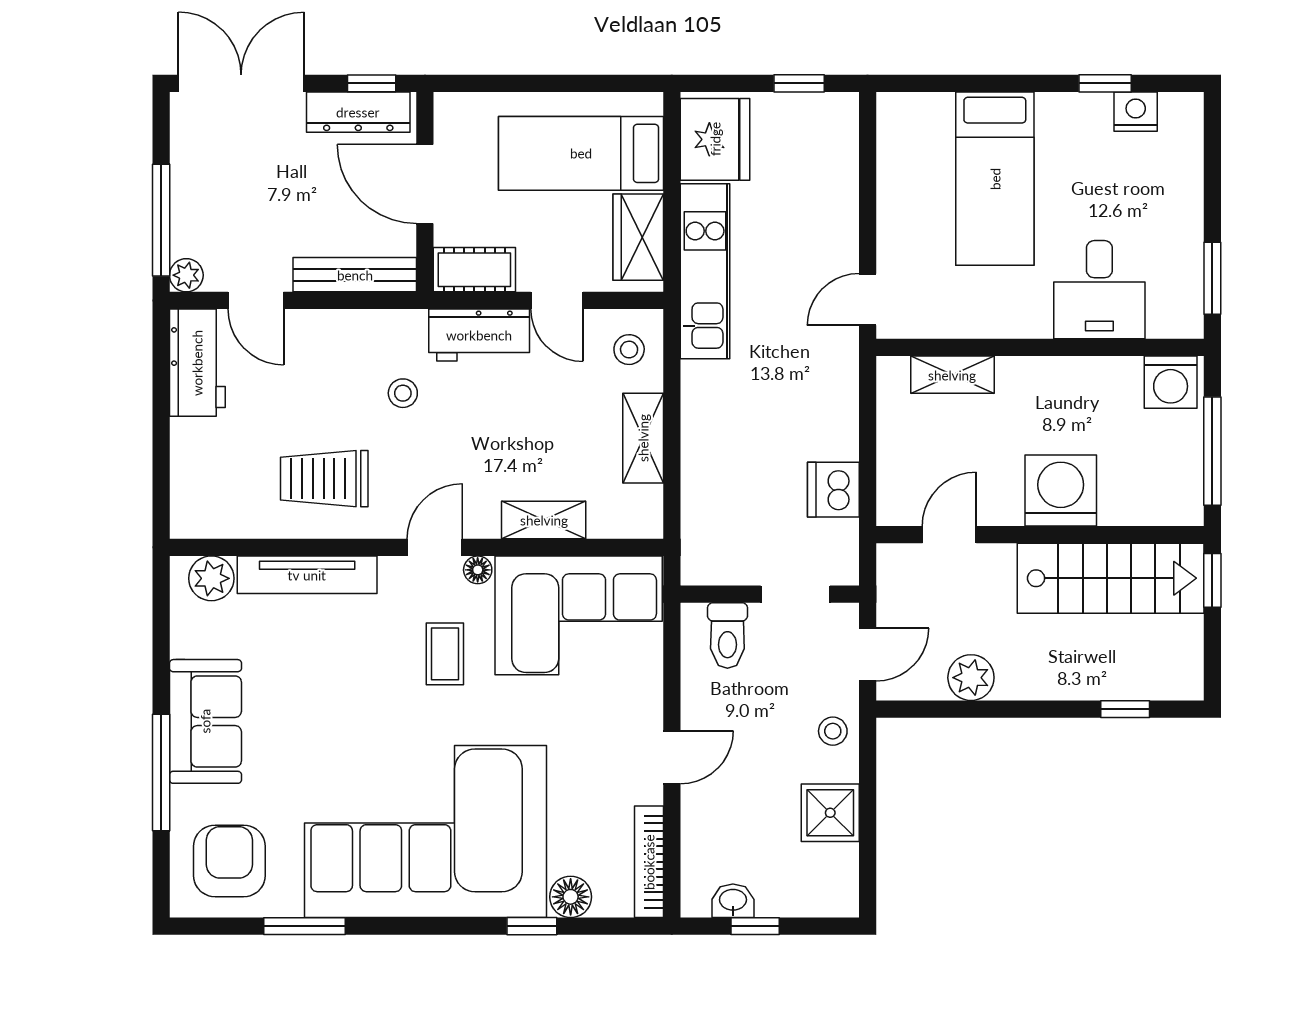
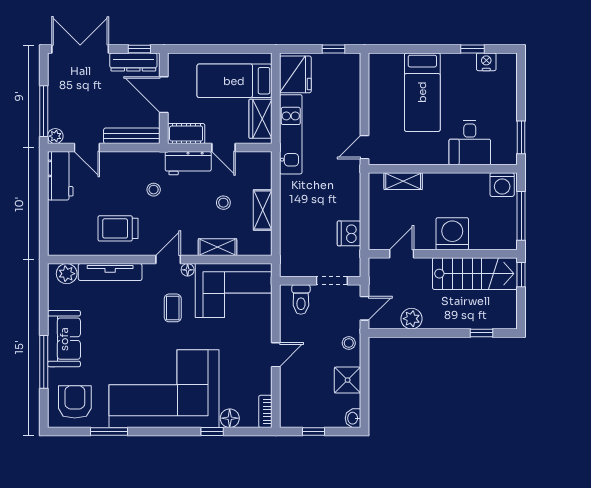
stool: (629, 350) -> (223, 203), moved
bookcase: (649, 862) -> (265, 411), width x0.64
washbasin: (733, 901) -> (353, 418), moved, turned -90

